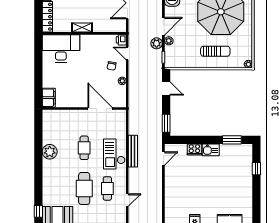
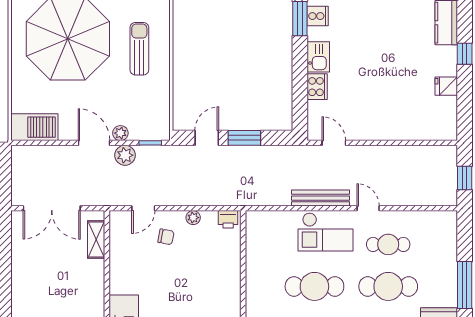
shelving: (82, 27) -> (96, 239), moved
printer: (121, 40) -> (228, 219), moved
door: (100, 109) -> (243, 258), removed
window: (166, 123) -> (244, 138), moved
cafe table: (84, 148) -> (314, 286), width x1.37, depth x1.35
cooker: (233, 150) -> (318, 16), added
door: (127, 200) -> (368, 208), moved

